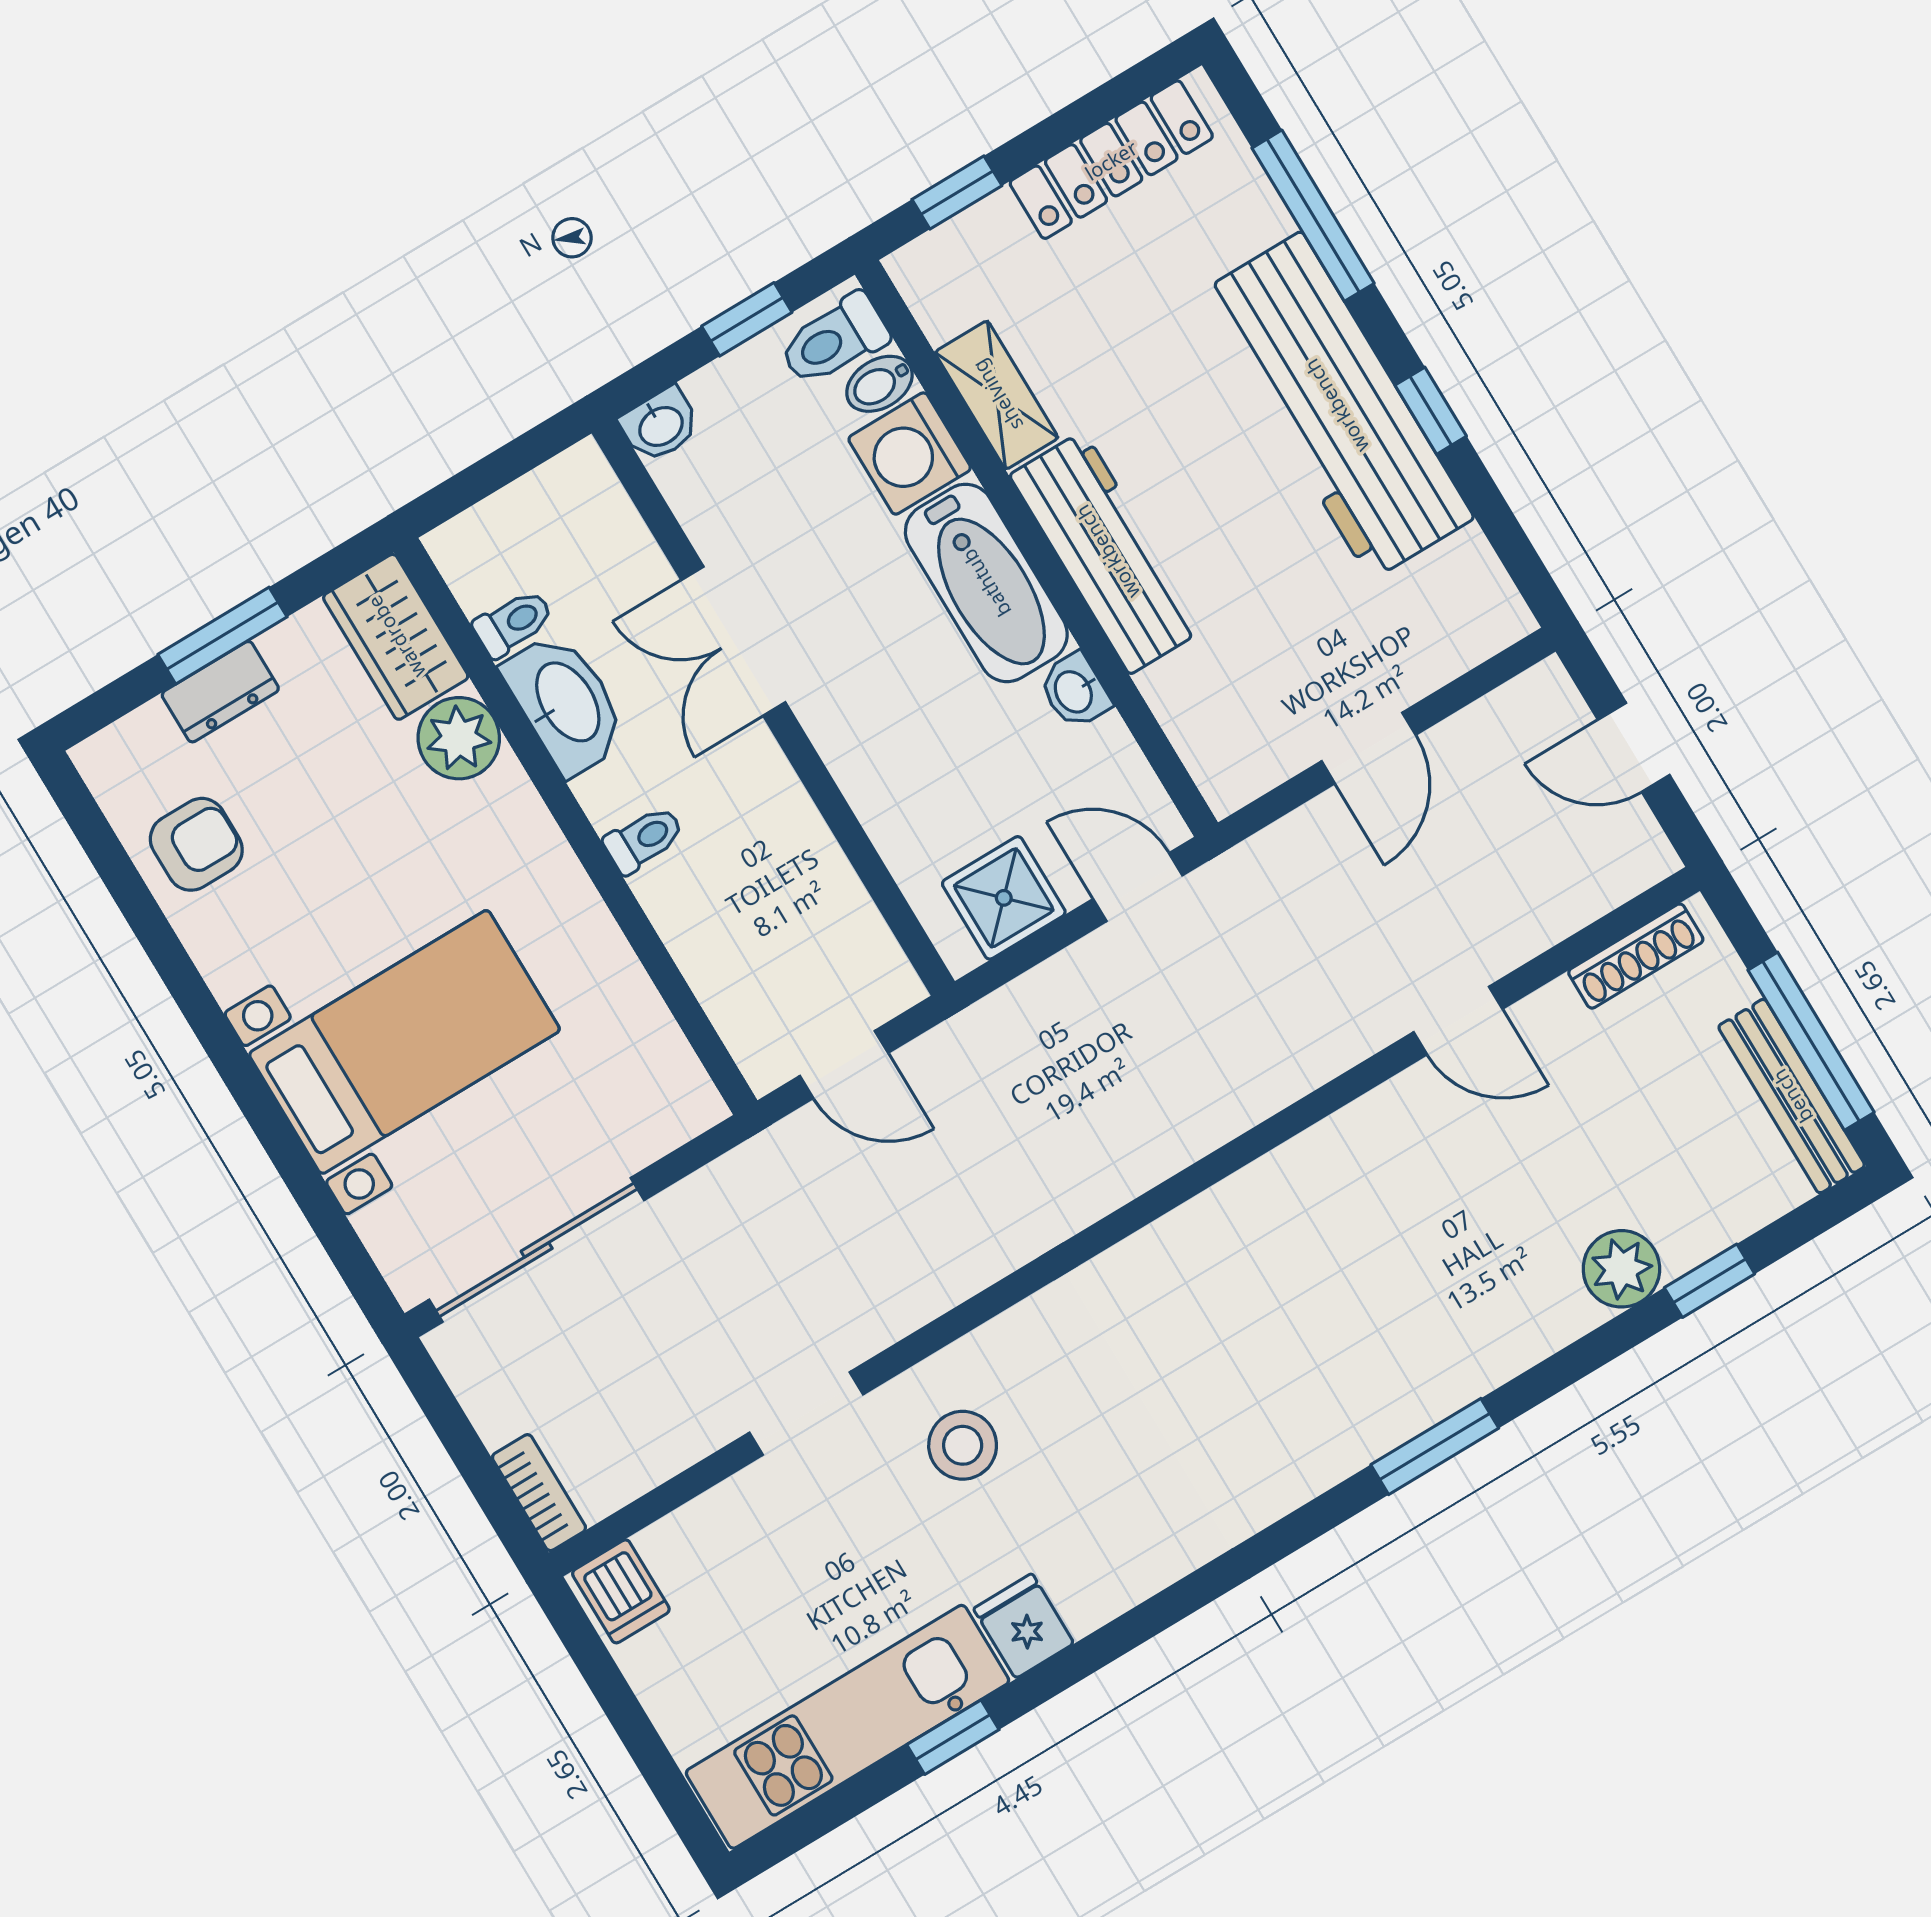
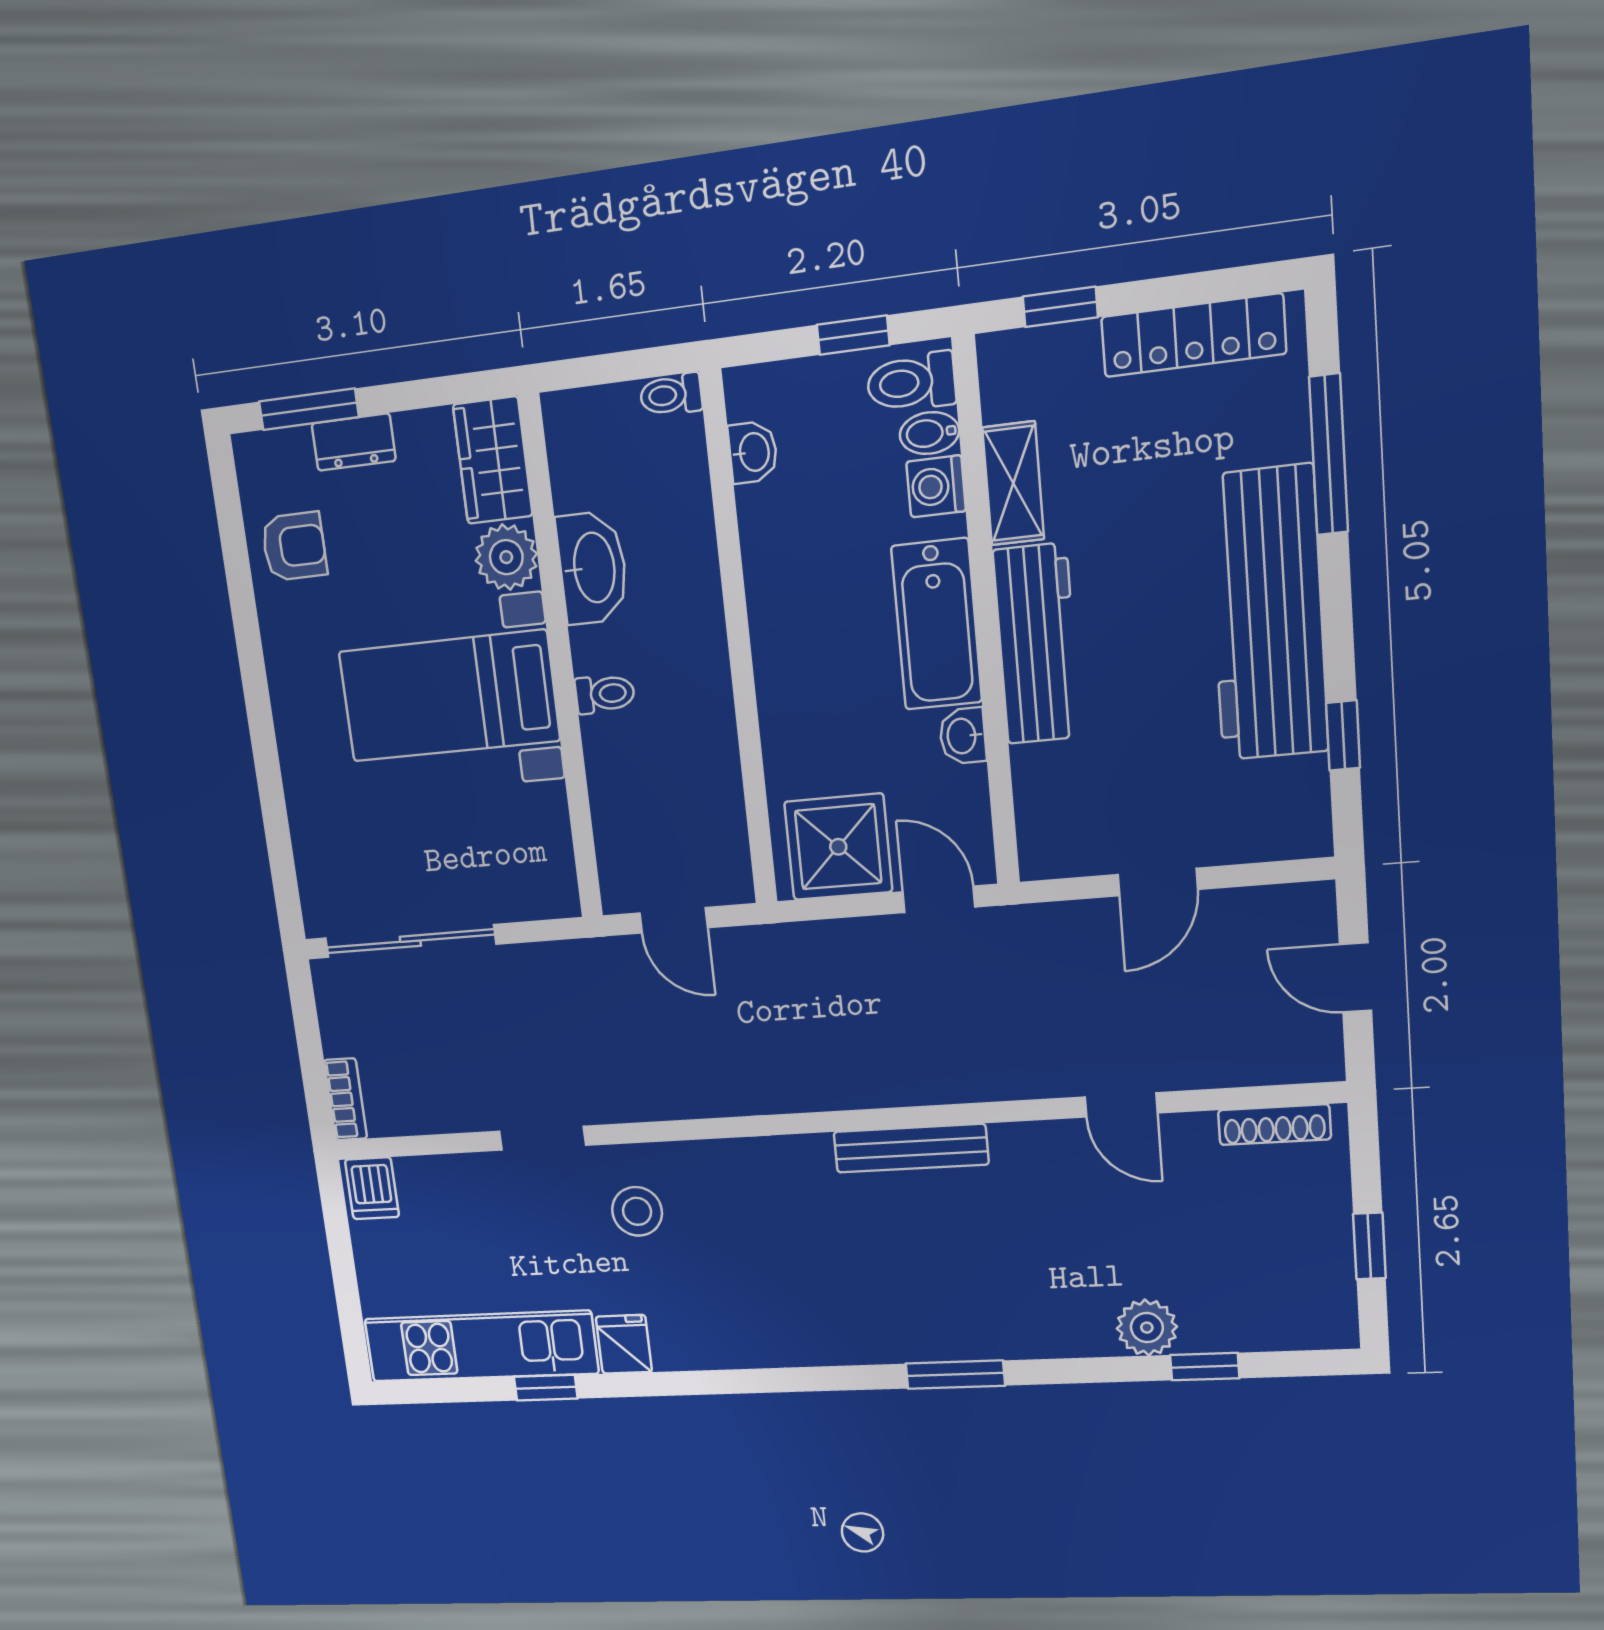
window: (1431, 411) -> (1343, 735), moved
washbasin: (660, 425) -> (753, 452), moved, turned -90
washing machine: (910, 453) -> (936, 486), width x0.73, depth x0.73
toilet: (513, 623) -> (671, 395), moved, turned 180
window: (222, 636) -> (309, 409), moved
double door: (733, 641) -> (732, 579), removed
shower: (1004, 898) -> (838, 847), width x1.36, depth x1.36
window: (1811, 1041) -> (1369, 1246), width x0.46
bed with nightstands: (404, 1042) -> (449, 696), moved, turned 180
bench: (1792, 1096) -> (911, 1148), moved, turned 90

